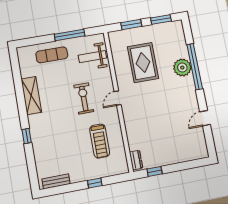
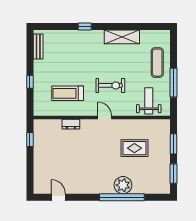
rug: (143, 63) -> (134, 148), width x0.73, depth x0.70
door: (205, 118) -> (58, 197), moved
dresser: (136, 160) -> (71, 124), moved

